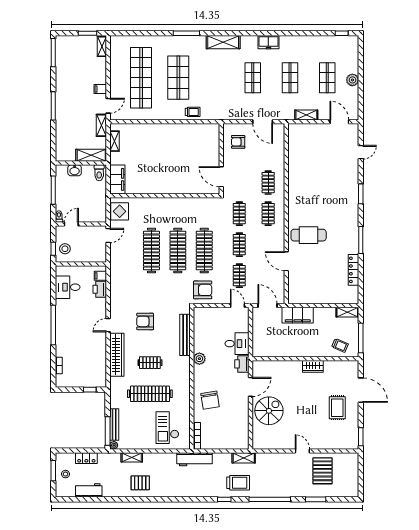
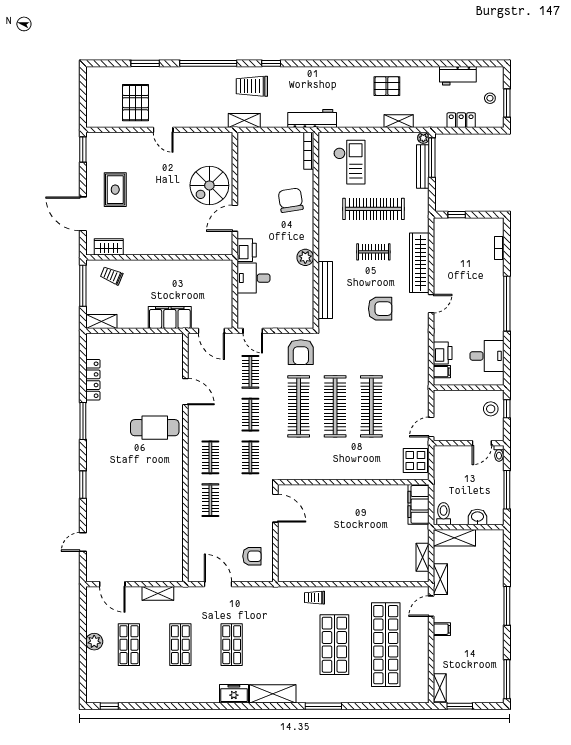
freezer: (268, 42) -> (234, 694), moved
armchair: (203, 290) -> (301, 352), turned -90
wardrobe: (313, 366) -> (109, 247), moved

